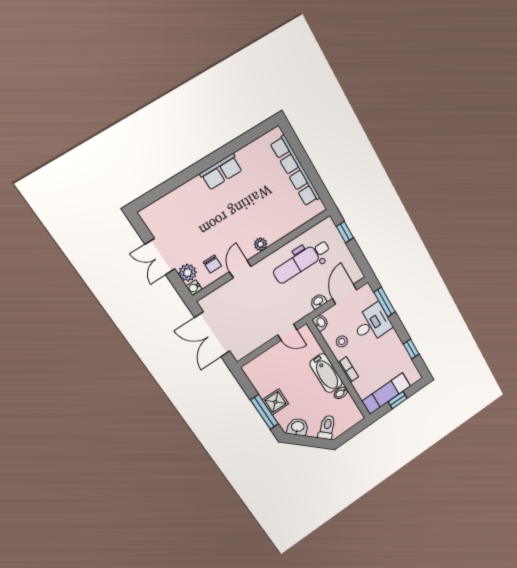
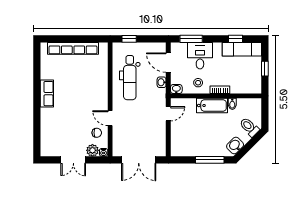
plant: (261, 244) -> (103, 97), removed
exam couch: (386, 393) -> (242, 49), moved, turned -90
shower: (275, 402) -> (208, 149), removed

